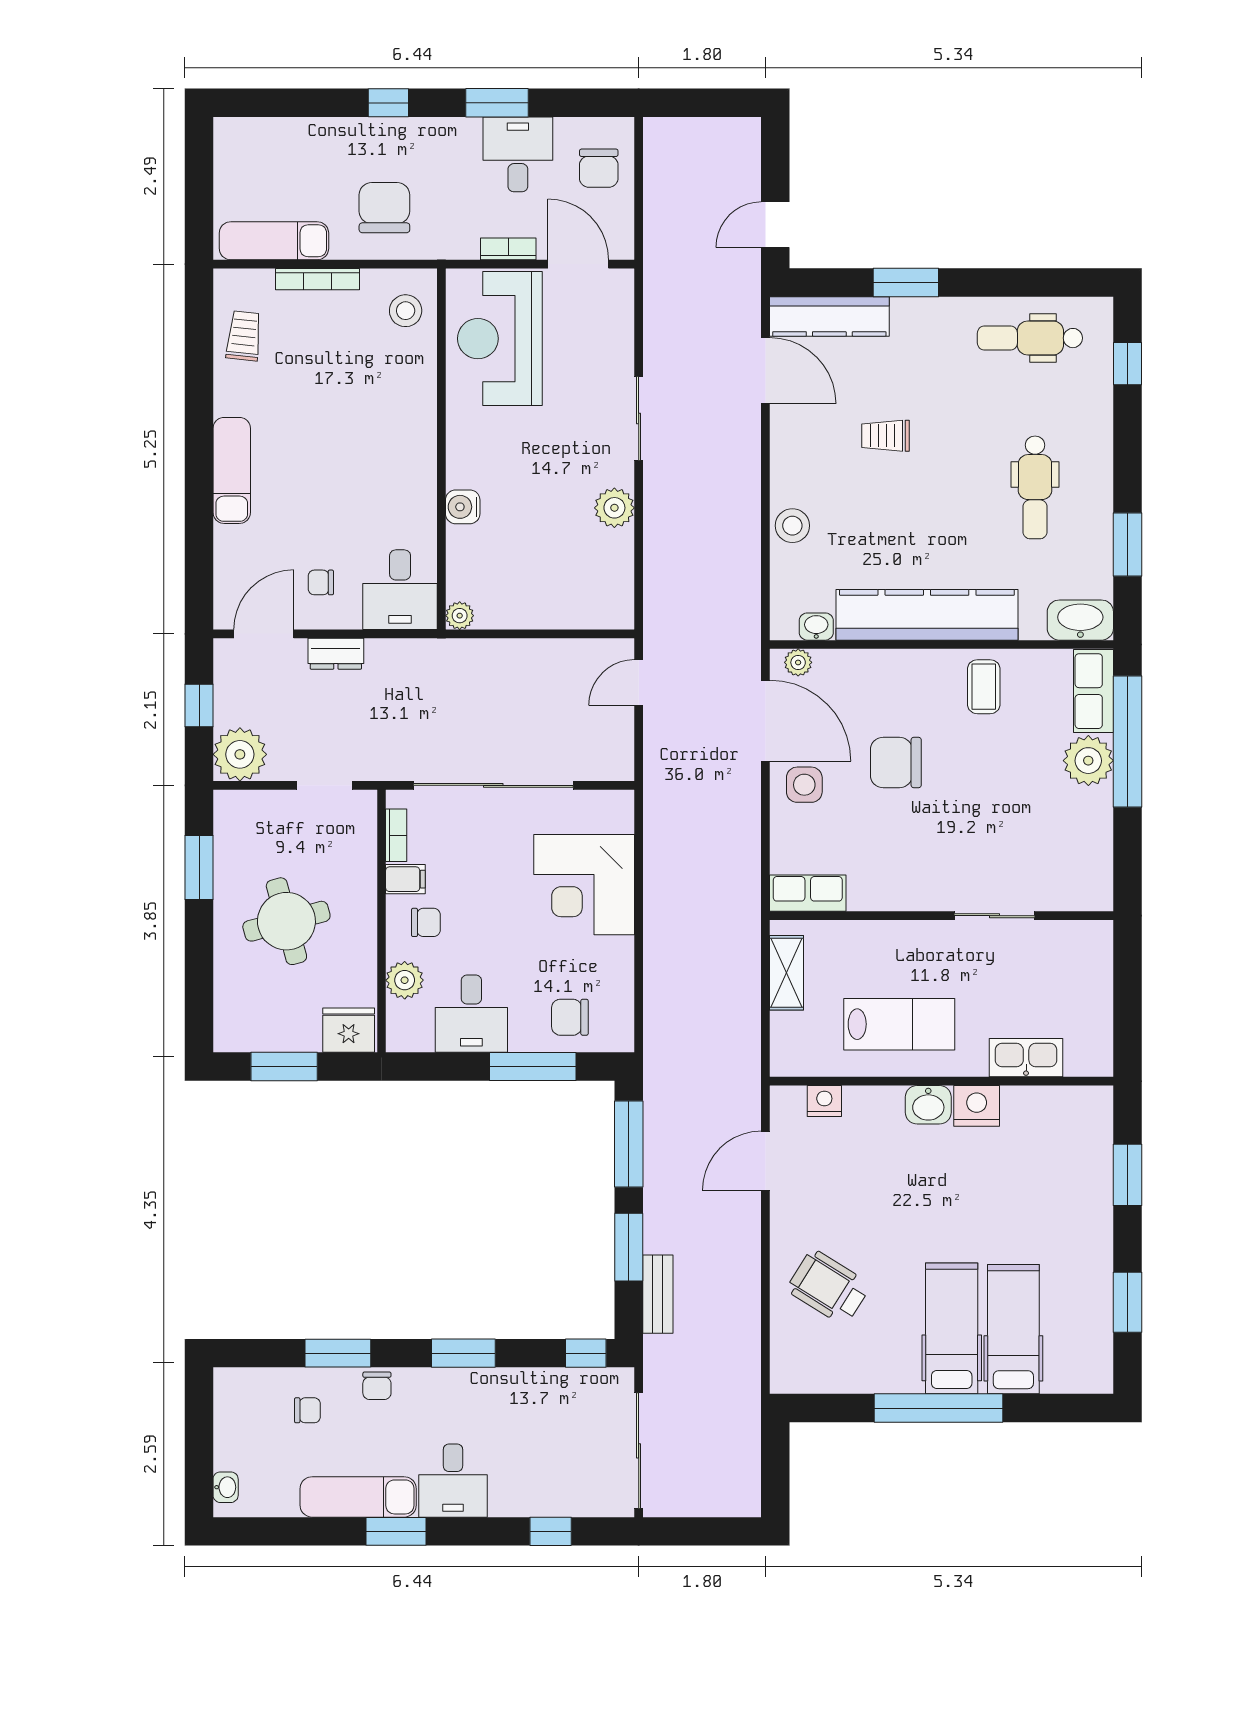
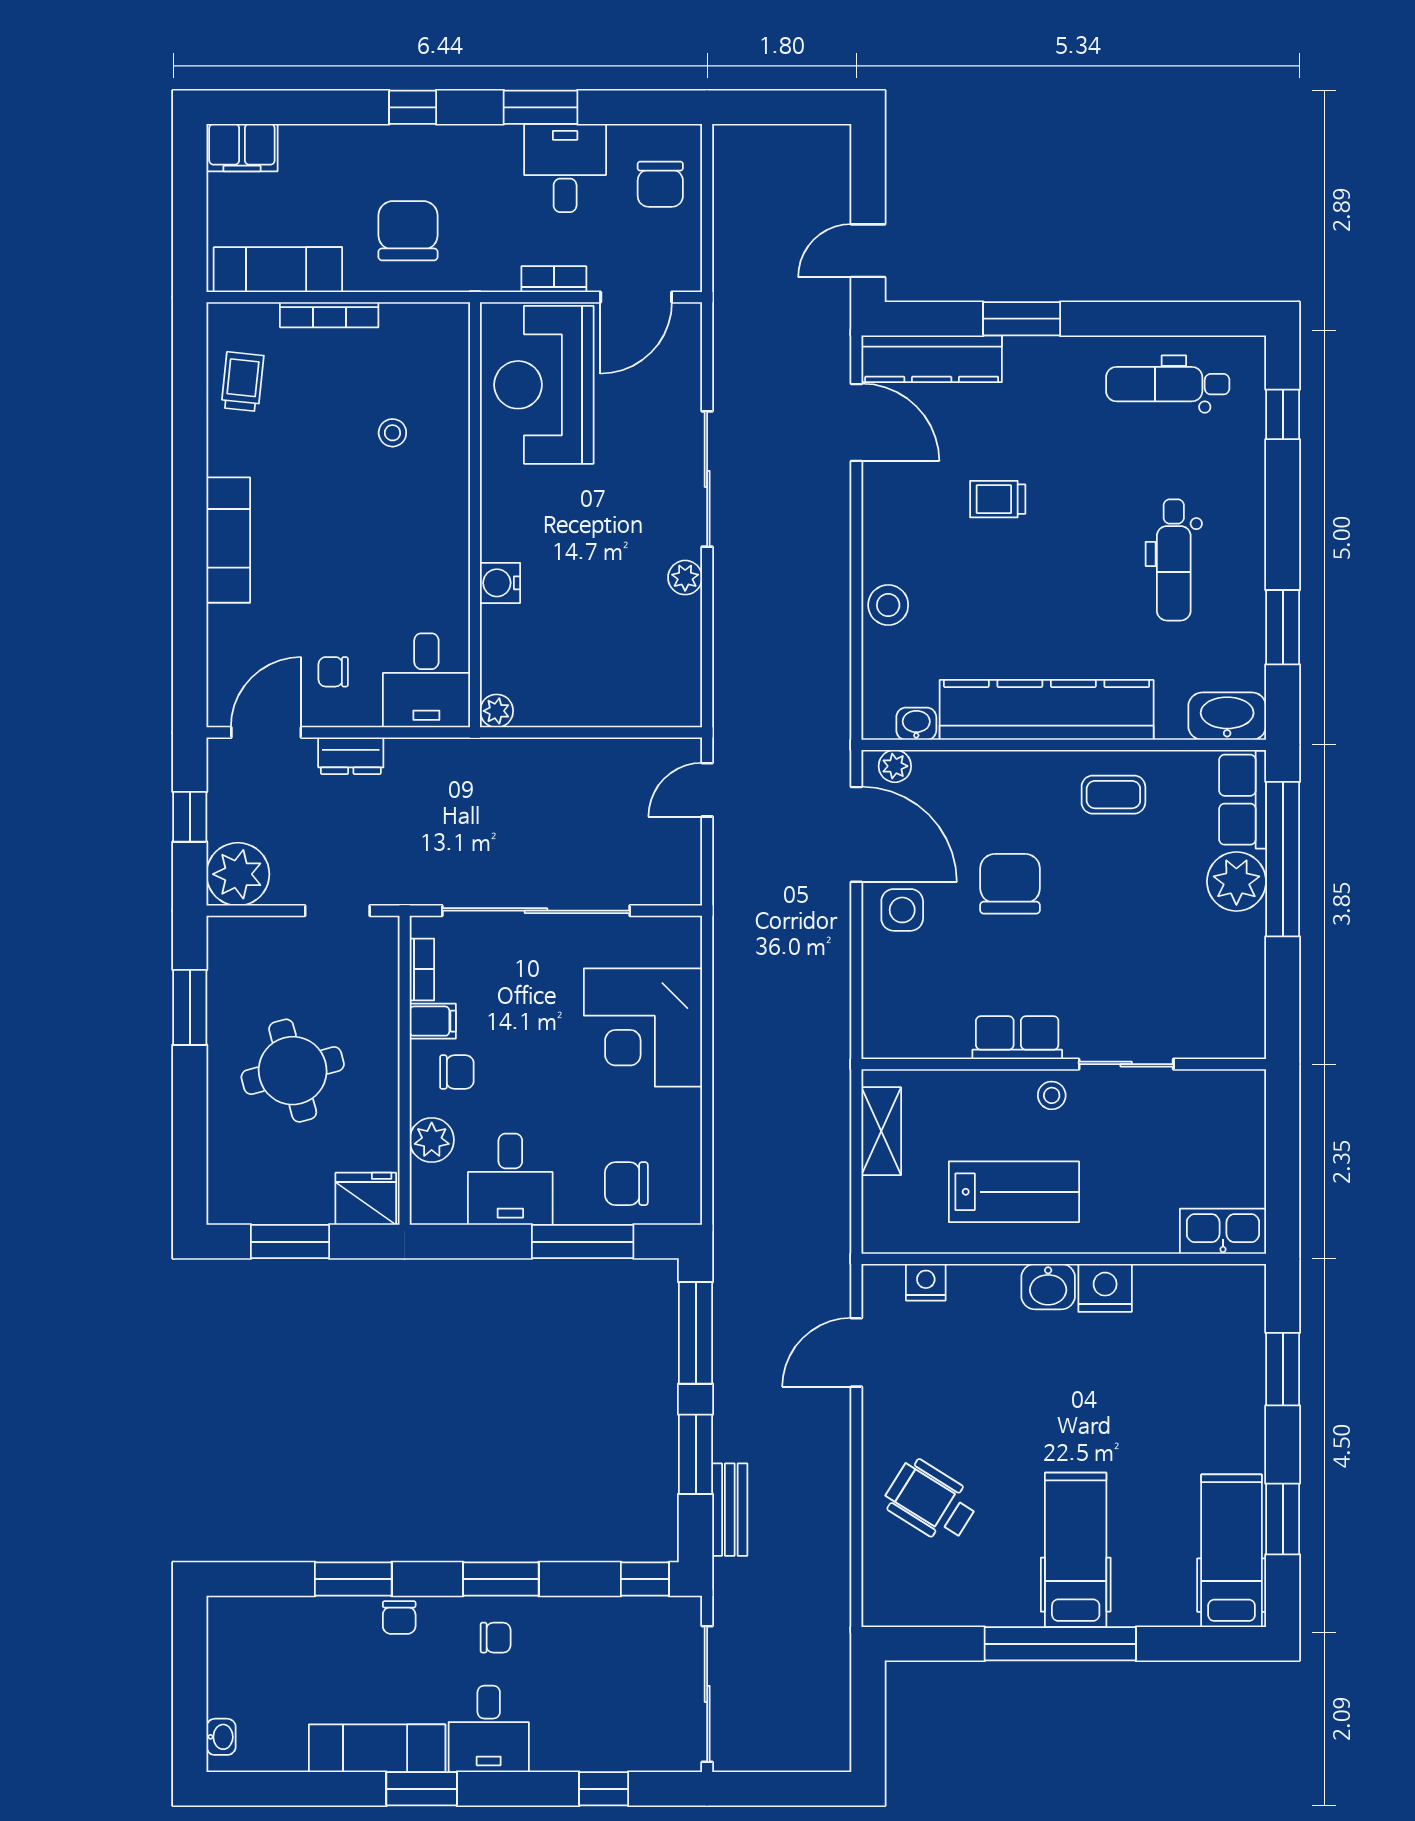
filing cabinet: (243, 137) -> (242, 148), added
door: (578, 264) -> (636, 297), swing flipped
stool: (406, 311) -> (392, 433), moved, width x0.73, depth x0.73
sliding door: (639, 419) -> (707, 479), width x1.37
plant: (614, 508) -> (685, 578), width x0.73, depth x0.73
coffee table: (984, 687) -> (1113, 795), turned 90
chair: (896, 762) -> (1010, 884), turned 90
row of seats: (808, 893) -> (1017, 1038), moved
stool: (931, 942) -> (1052, 1095), added
kitchen sink: (1026, 1058) -> (1223, 1231), moved
hospital bed: (1013, 1329) -> (1232, 1551), moved
chair: (307, 1410) -> (496, 1638), moved

